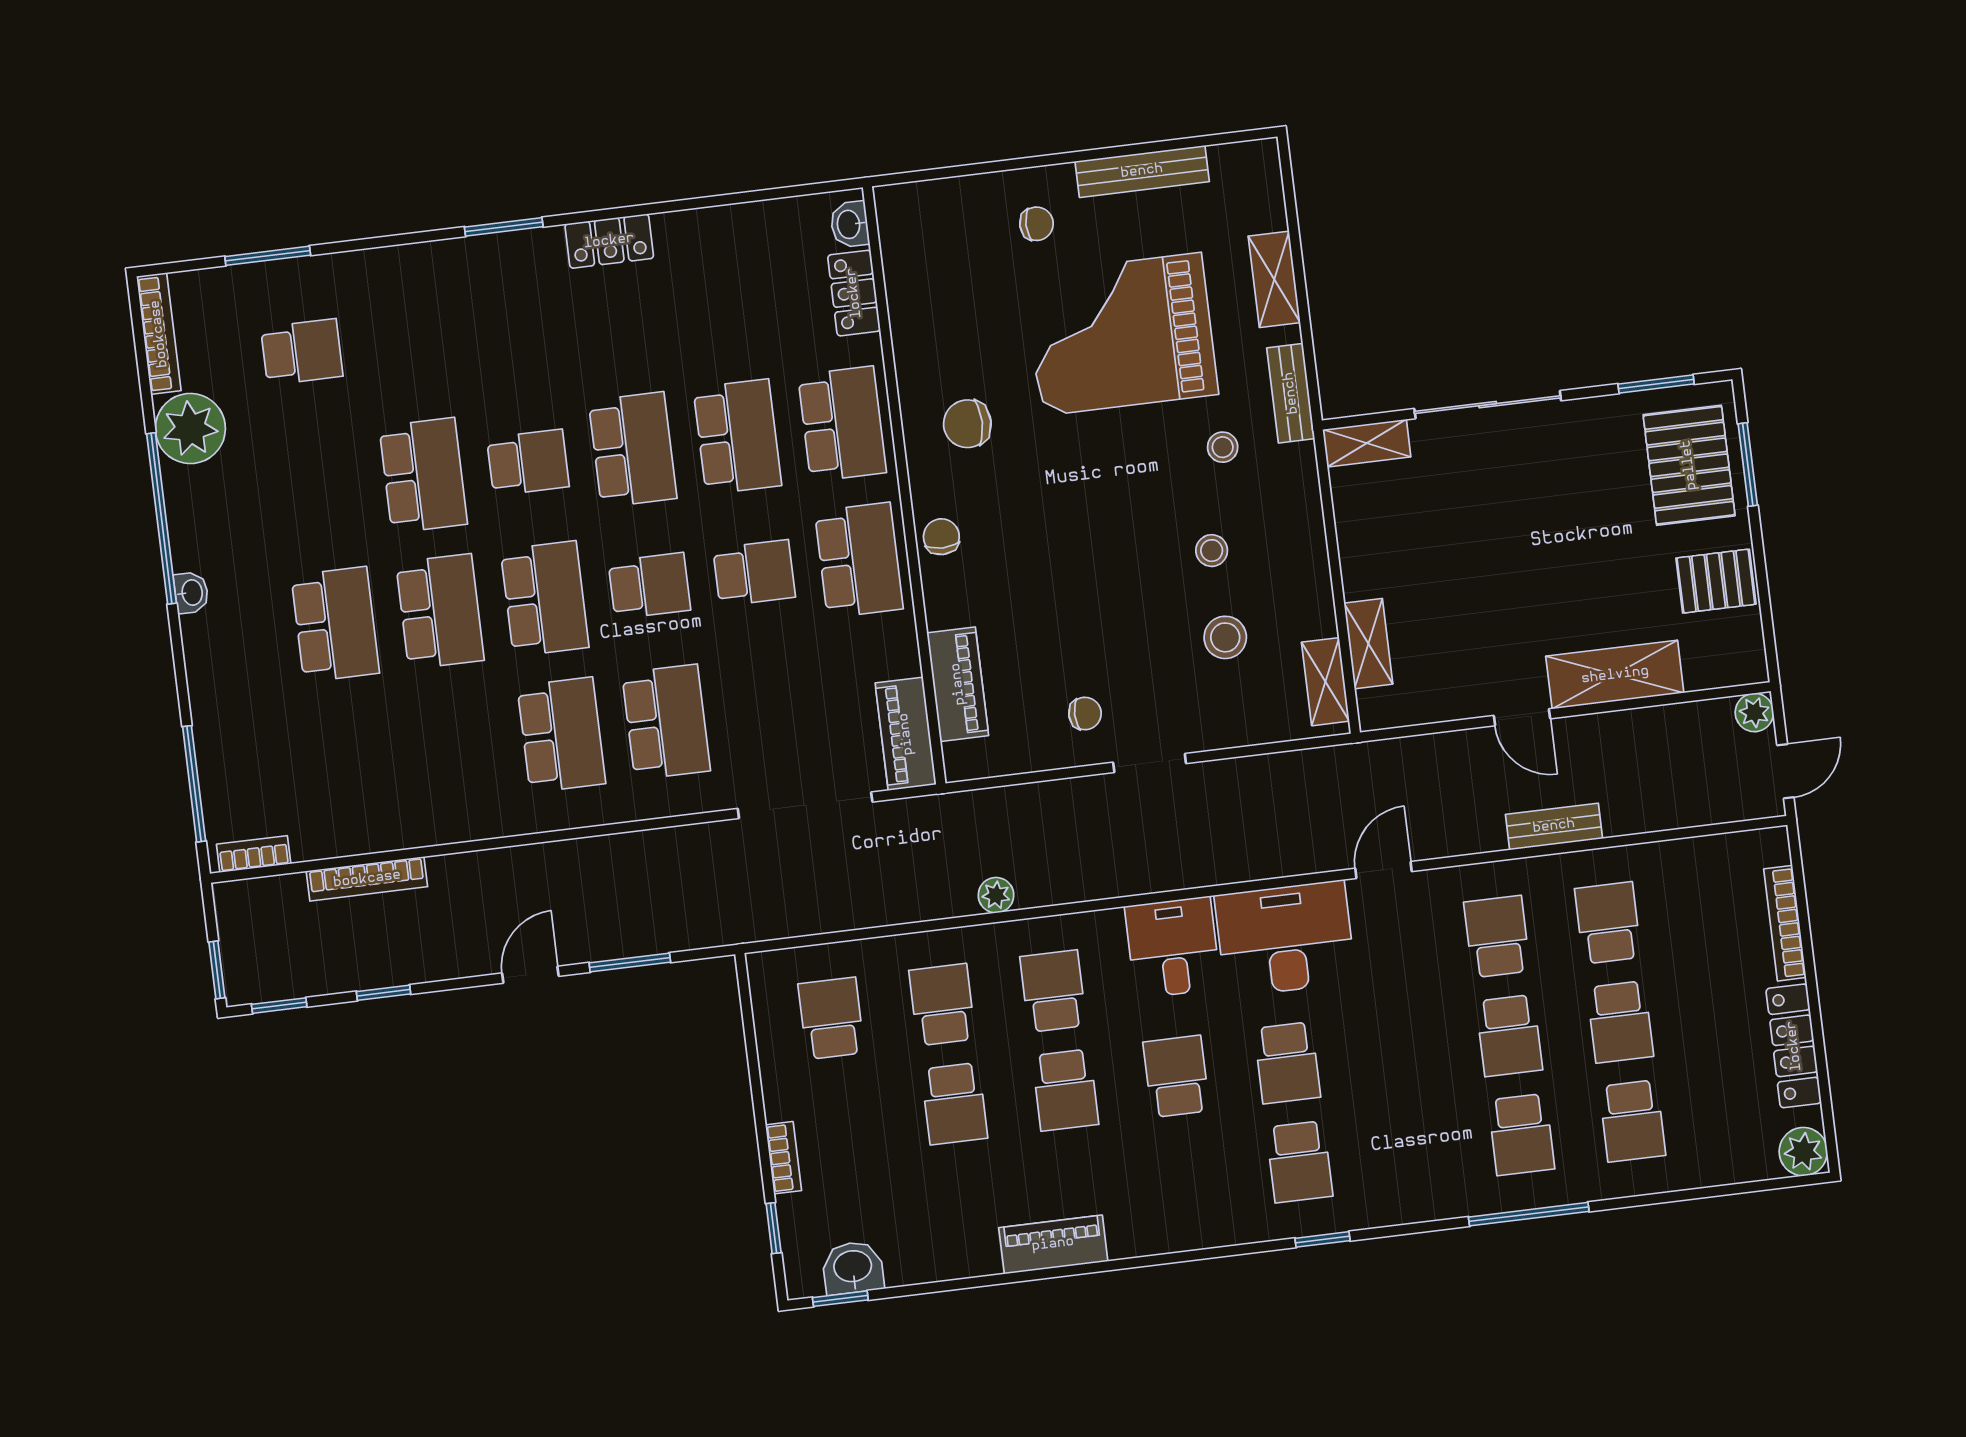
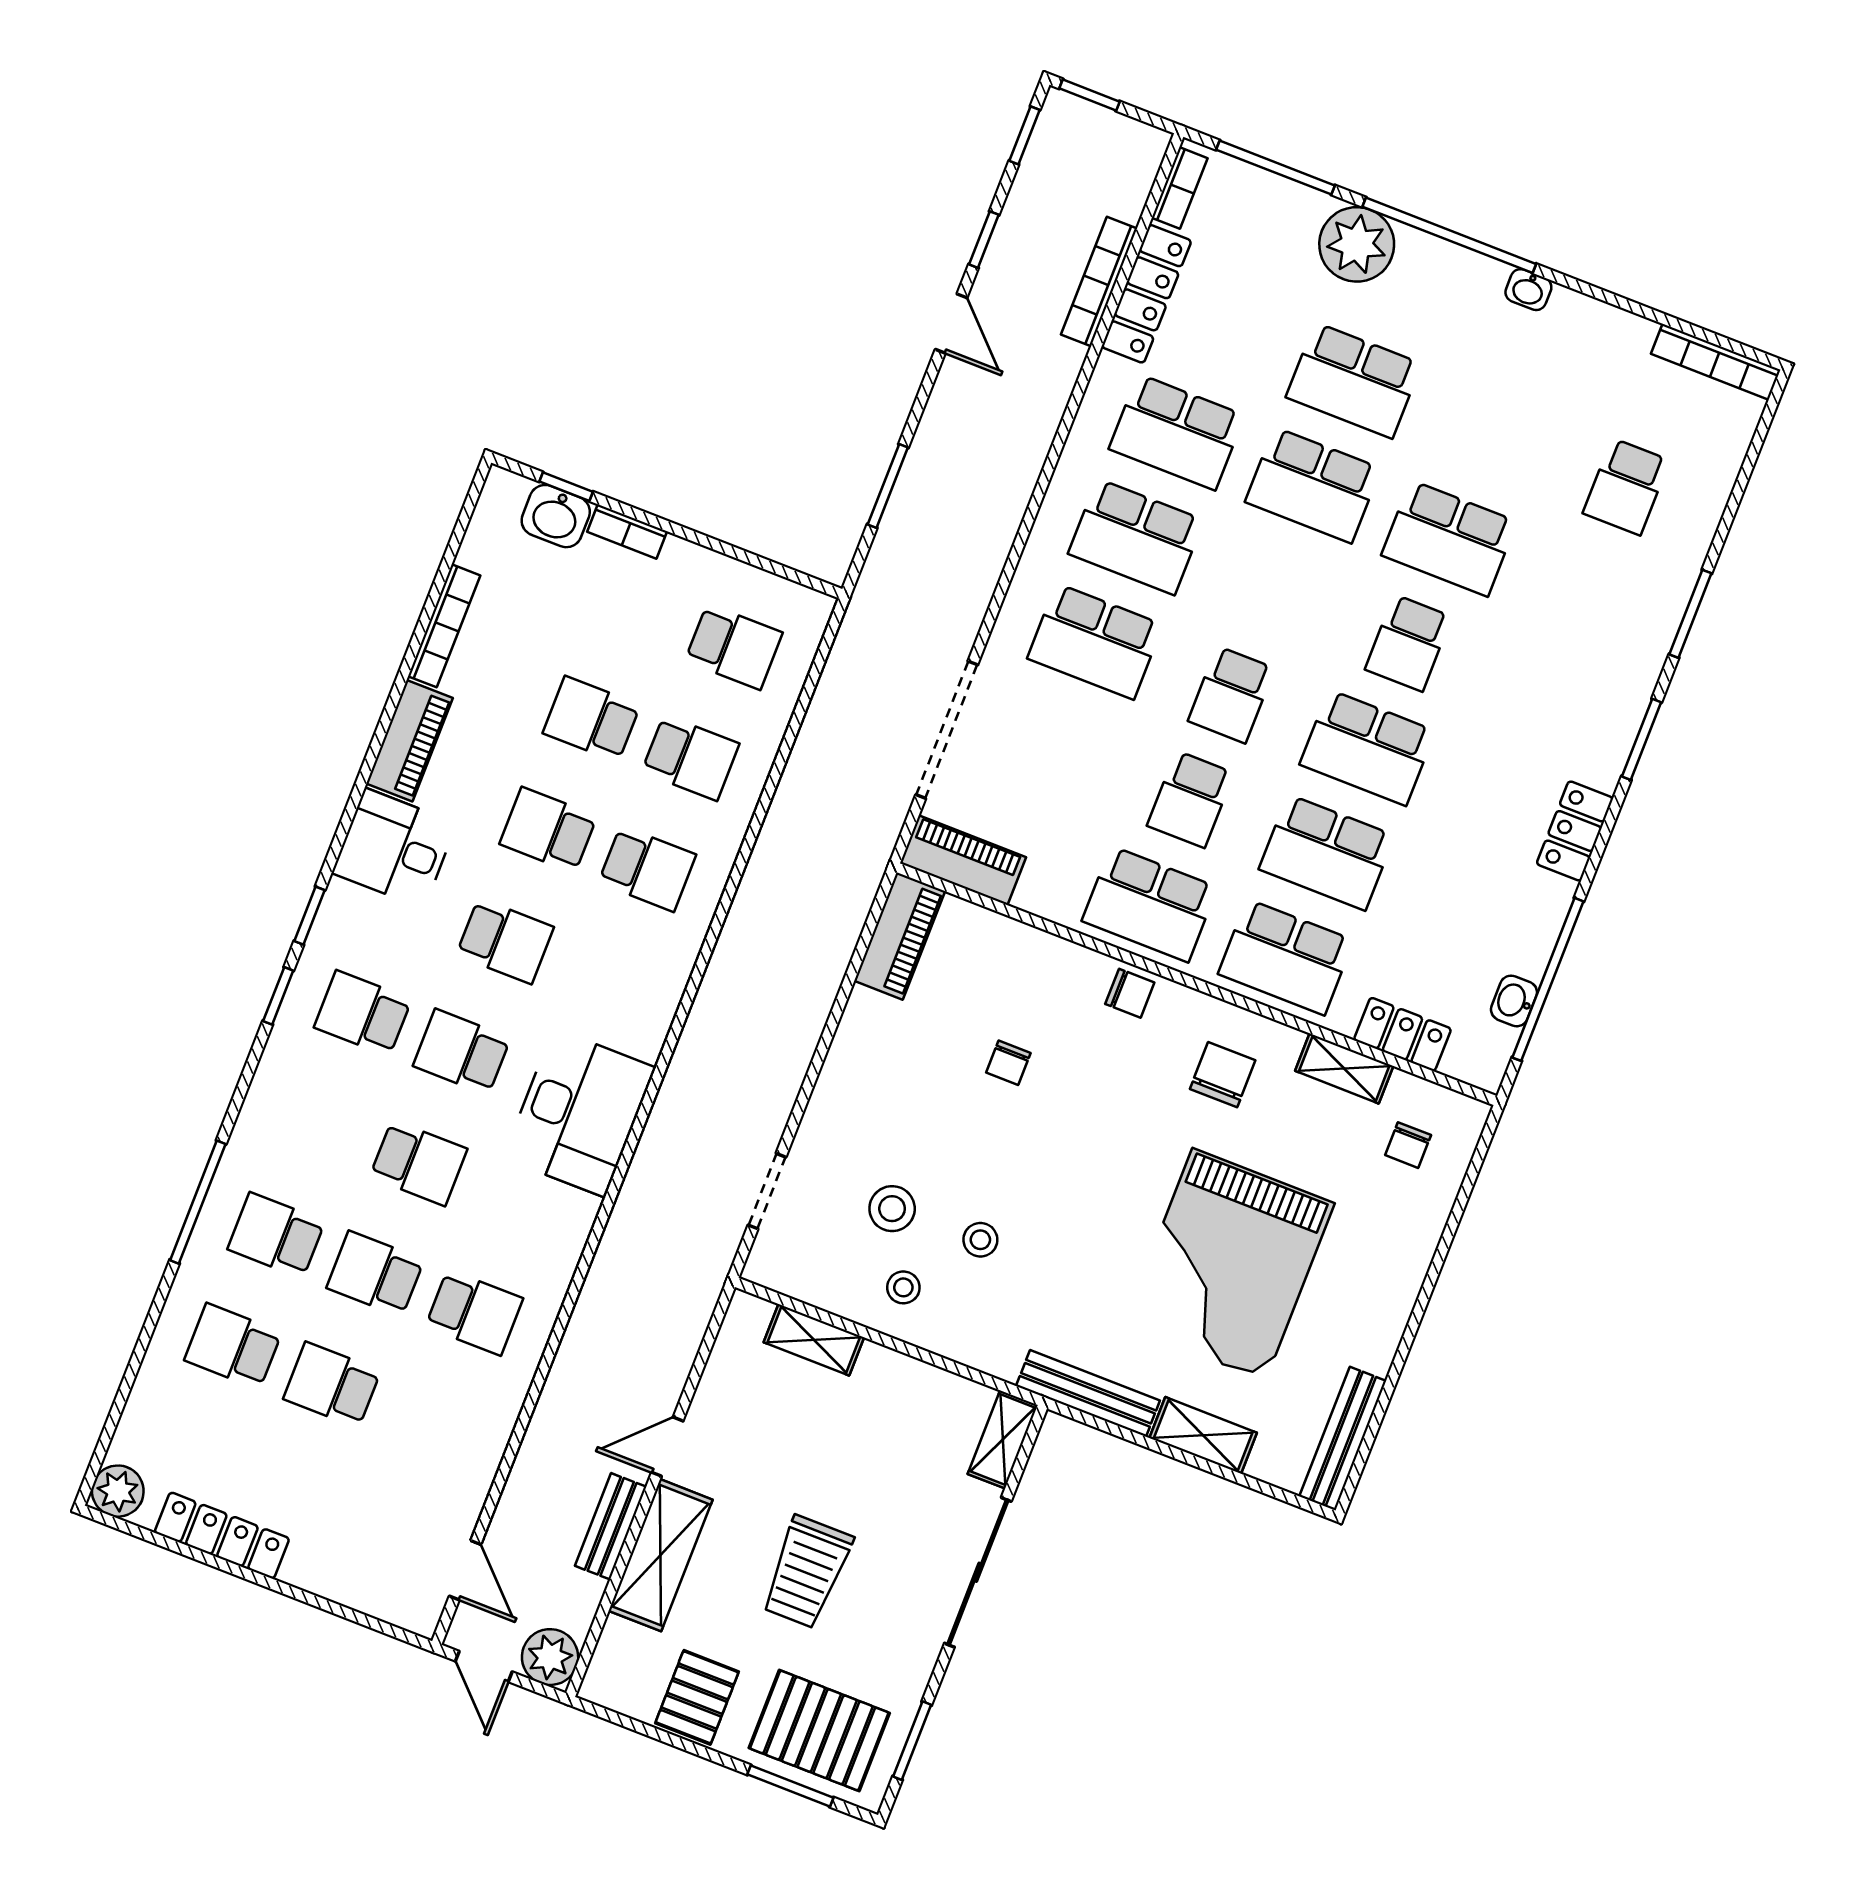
bench: (1142, 171) -> (1343, 1439), moved
window: (744, 197) -> (1548, 979), added
washbasin: (850, 224) -> (1514, 1001), moved, turned -90
chair: (1037, 224) -> (1408, 1145), moved
window: (268, 256) -> (1690, 614), moved
grand piano: (1121, 334) -> (1229, 1264), turned 180
bench: (1291, 393) -> (1088, 1393), width x1.36
plant: (190, 429) -> (1357, 244), moved
stool: (1223, 447) -> (903, 1287), moved
window: (161, 518) -> (1449, 235), moved
trolley: (1564, 546) -> (807, 1572), added
washbasin: (191, 593) -> (1528, 290), moved
school desk: (545, 599) -> (1177, 432), moved
shelving: (1325, 682) -> (1344, 1068), moved
piano: (958, 684) -> (900, 936), moved, turned -90
plant: (1754, 712) -> (550, 1657), width x1.38, depth x1.38
chair: (1085, 714) -> (1008, 1063), moved
doorway: (1150, 763) -> (767, 1191), moved
bench: (1554, 826) -> (611, 1526), moved
locker: (356, 834) -> (1146, 294), added
door: (1383, 870) -> (465, 1570), moved
plant: (996, 895) -> (766, 863), removed
school desk: (1608, 923) -> (418, 1163), moved
bookcase: (1785, 923) -> (444, 626), moved, turned 90
desk: (1173, 947) -> (394, 848), moved, turned 180
door: (530, 975) -> (951, 324), moved
washbasin: (853, 1268) -> (556, 516), moved, turned 90
window: (840, 1299) -> (309, 916), moved

